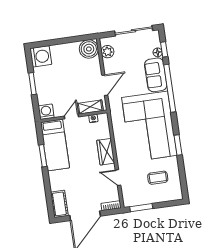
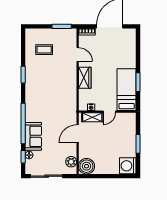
washing machine: (46, 112) -> (130, 119), removed
corner sofa: (149, 126) -> (45, 94), removed
cot: (59, 204) -> (130, 40), removed

